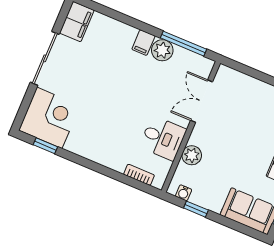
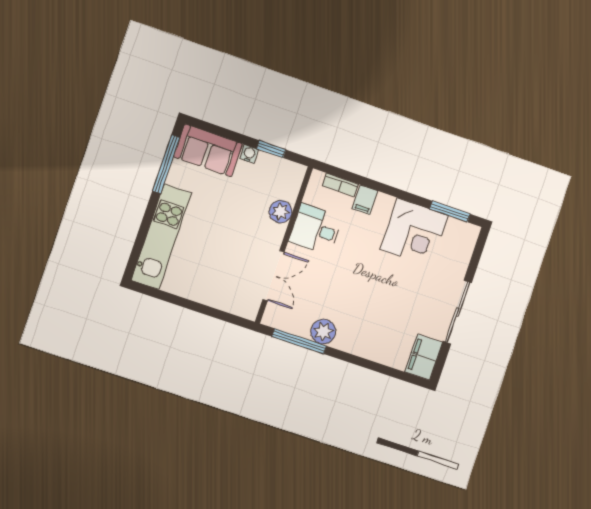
filing cabinet: (143, 43) -> (365, 200), moved, turned 180
corner desk: (49, 118) -> (414, 232), moved, turned -90
window: (45, 146) -> (450, 211), width x1.50
water cooler: (184, 193) -> (249, 154), moved

